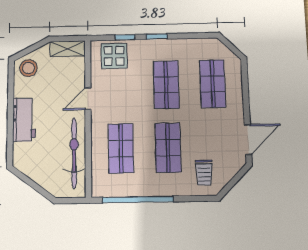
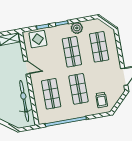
plant: (180, 48) -> (77, 28), added
door: (88, 99) -> (27, 68), swing flipped

